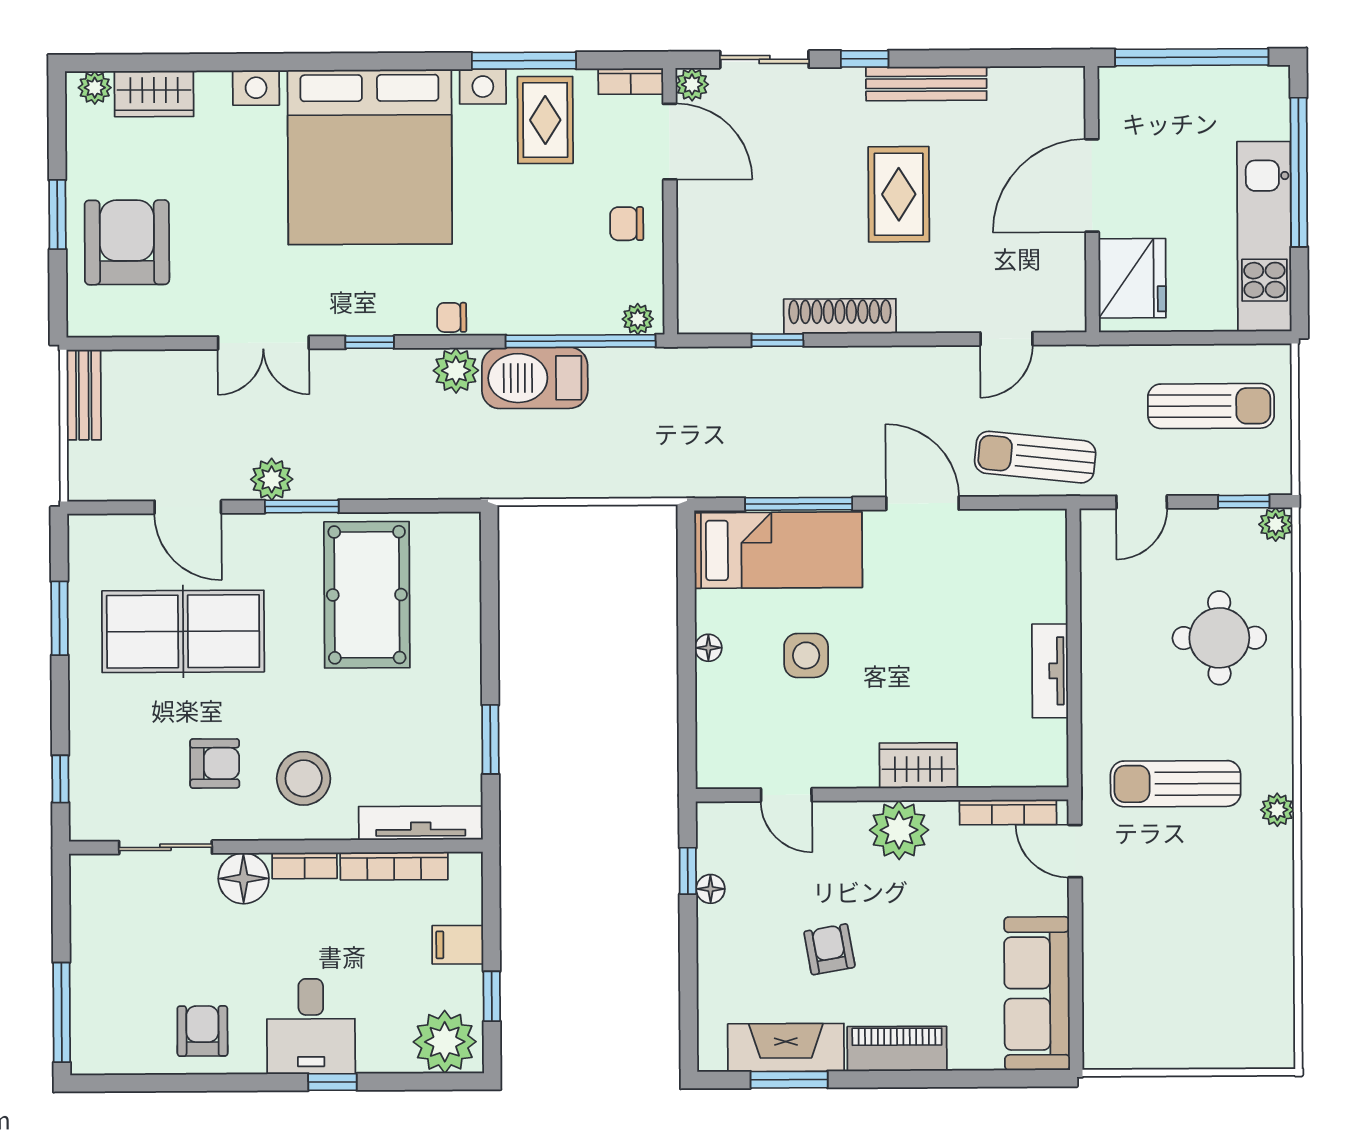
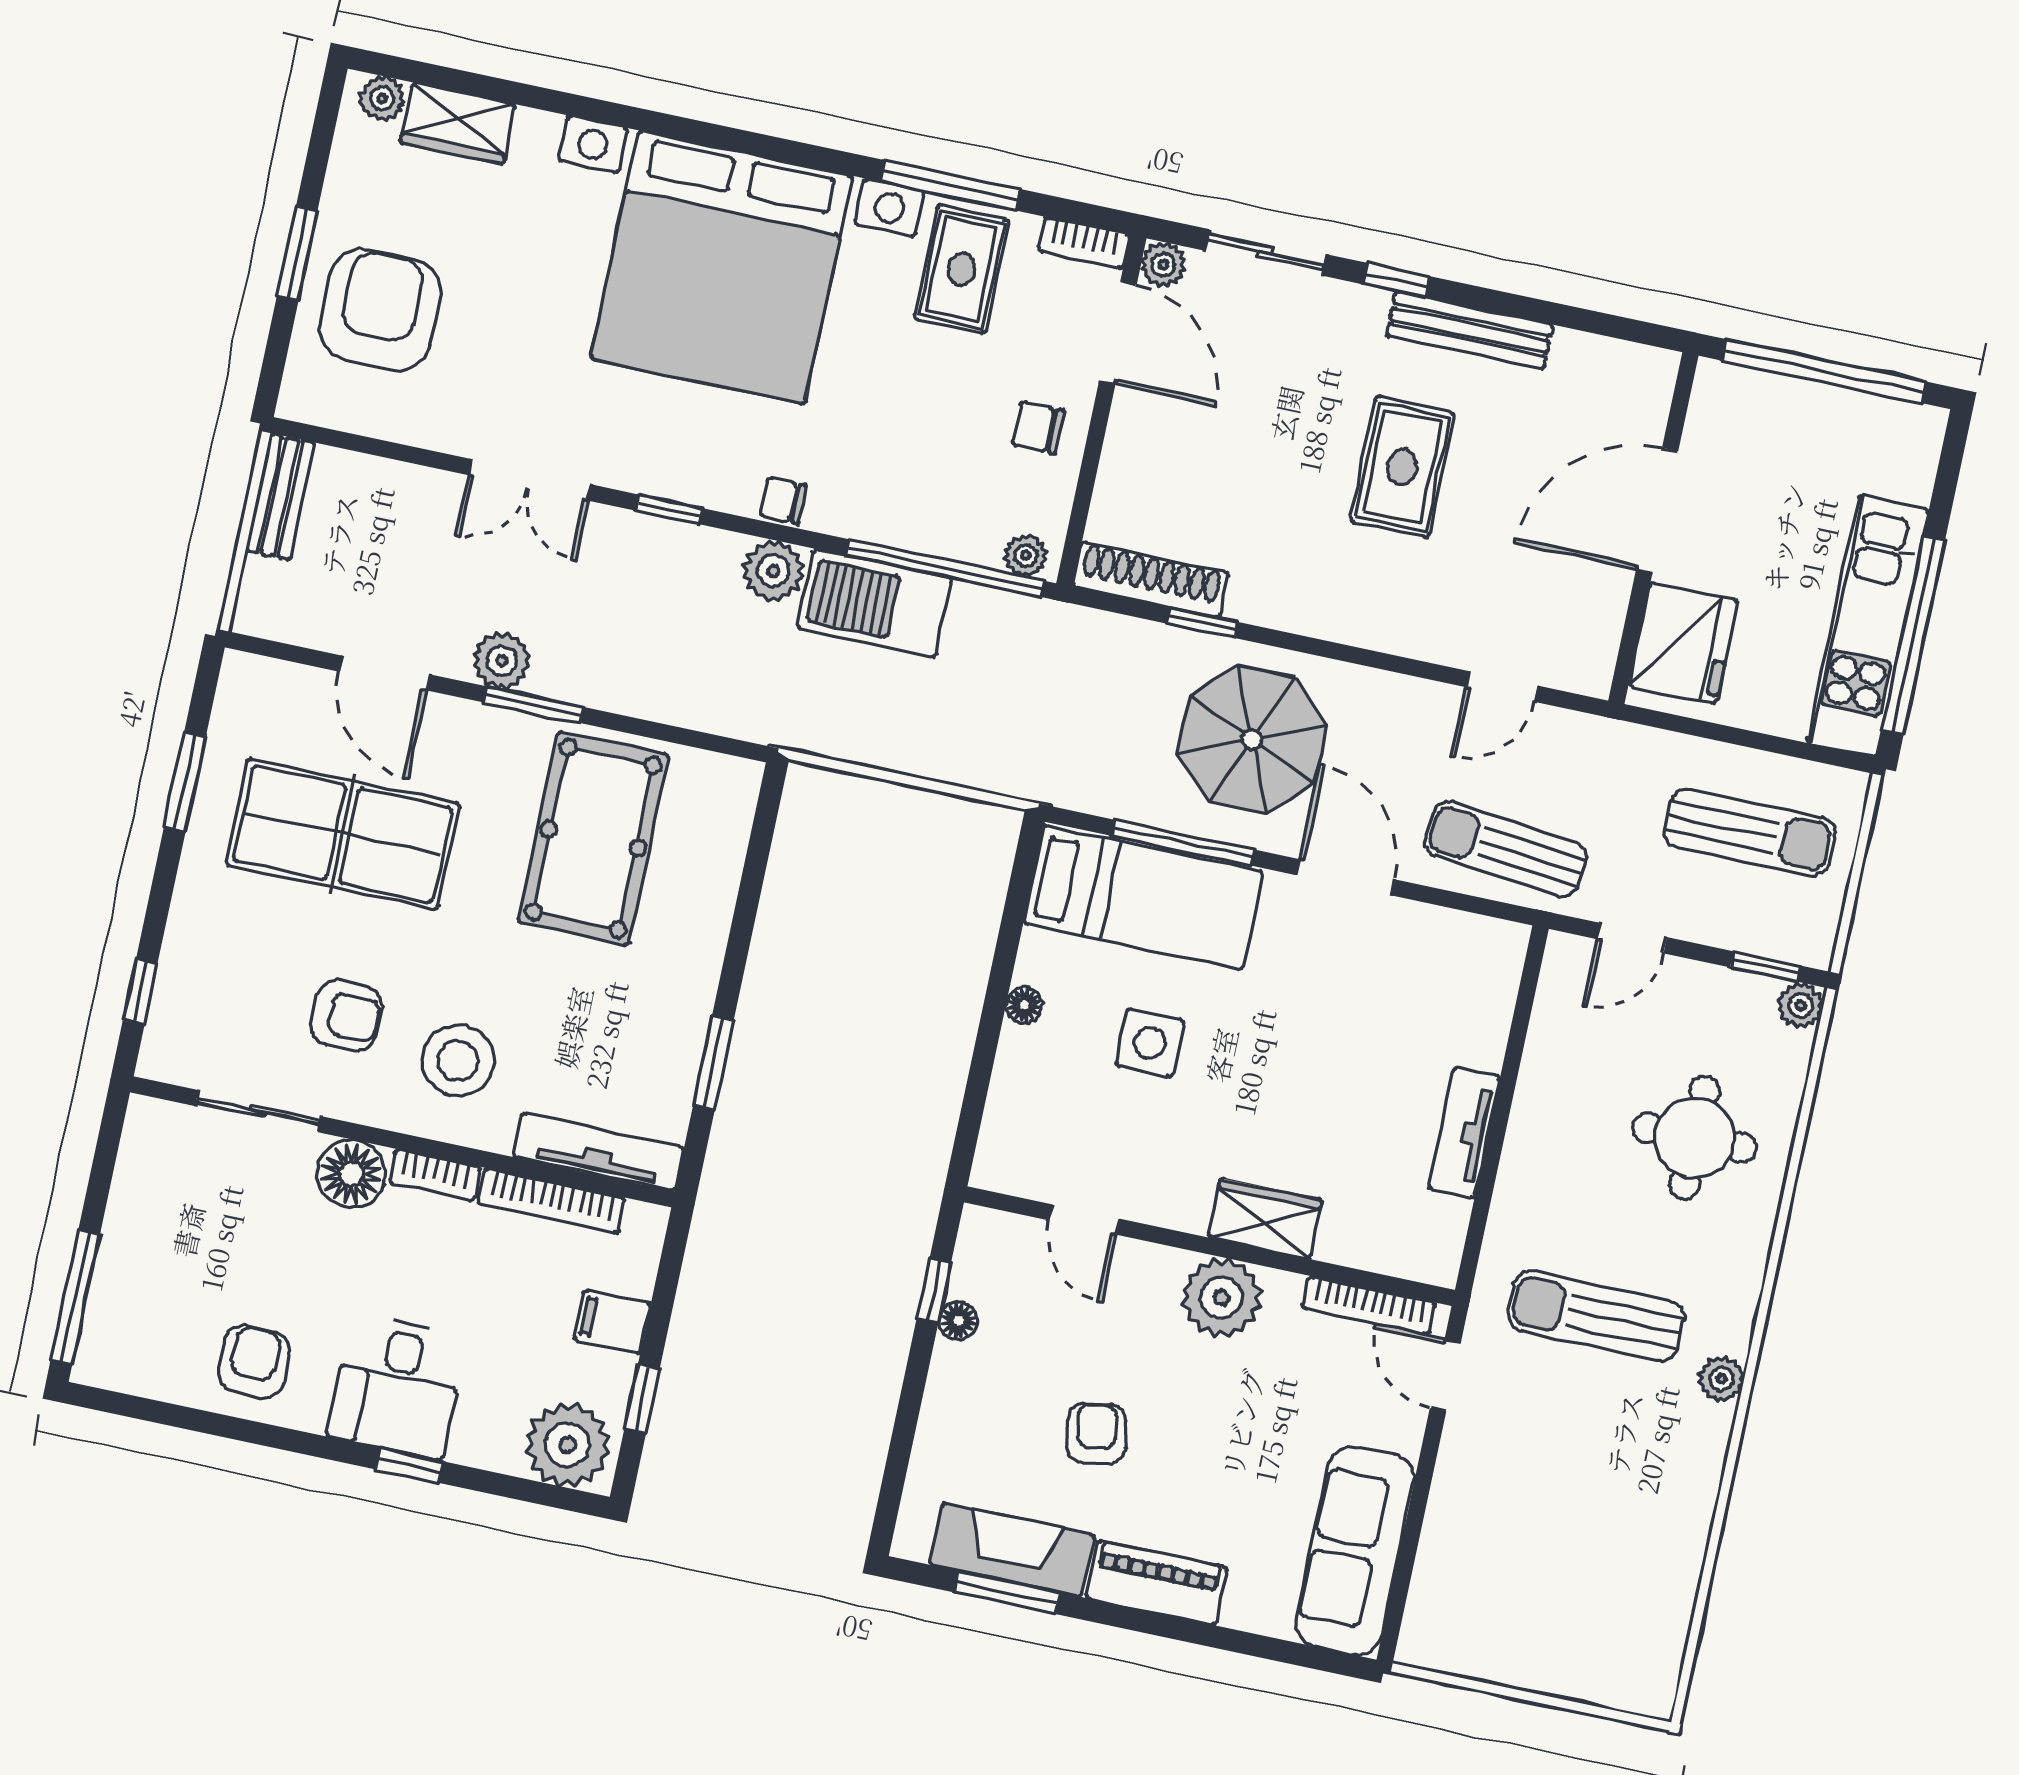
window: (1299, 172) -> (1913, 636), moved
shoe rack: (840, 316) -> (1151, 580), moved
parasol: (832, 417) -> (1252, 739), added

